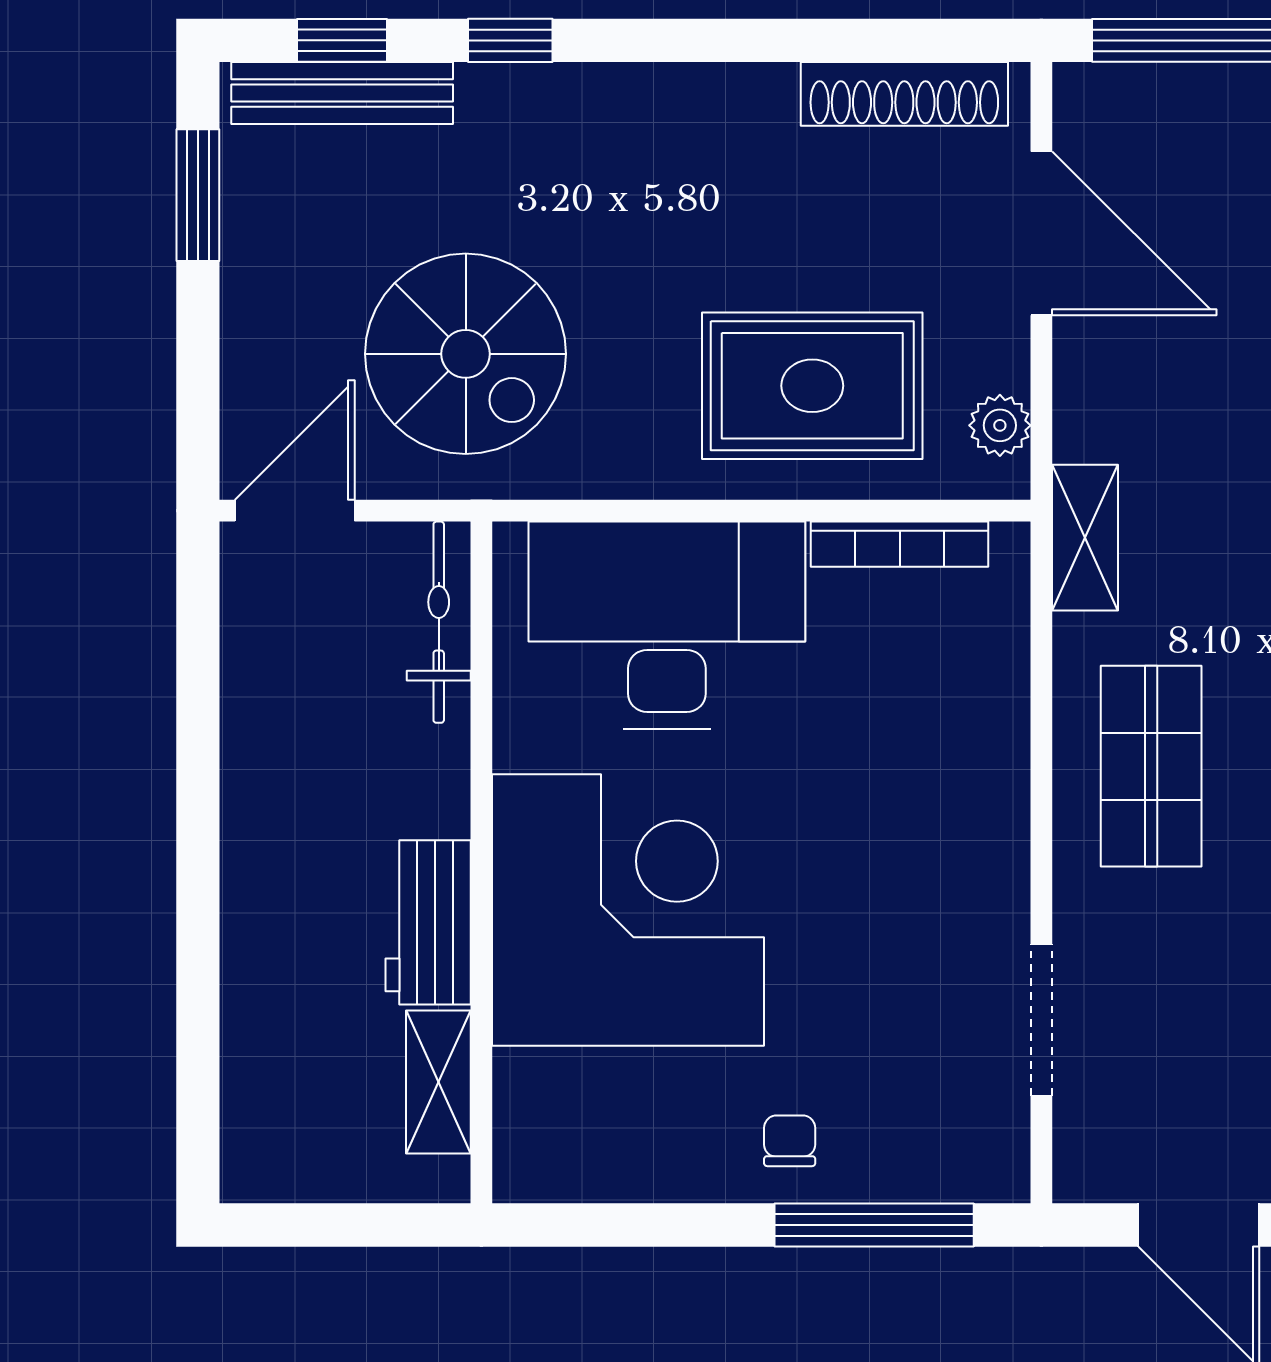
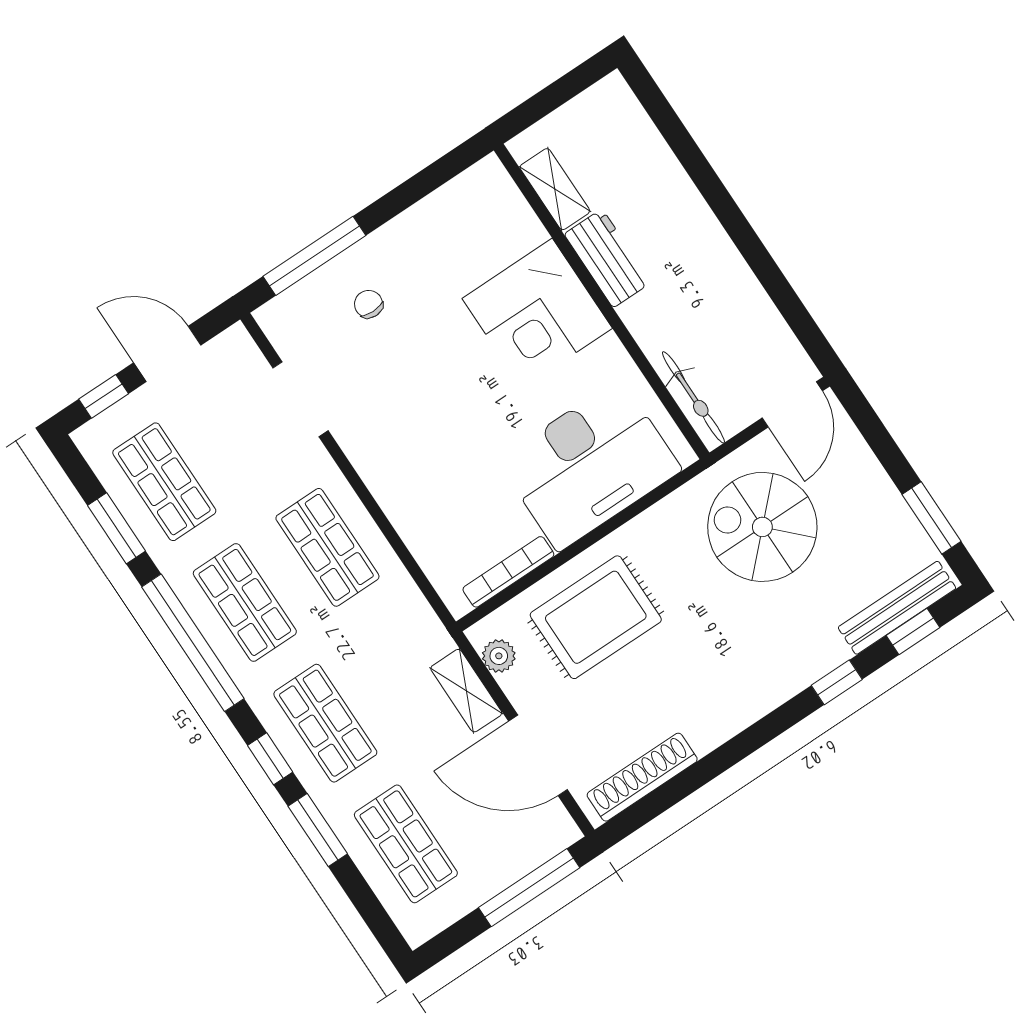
shelving: (1085, 538) -> (466, 691), moved
corner desk: (628, 910) -> (537, 313), width x0.74, depth x0.74
chair: (790, 1141) -> (369, 304), moved, turned 180

